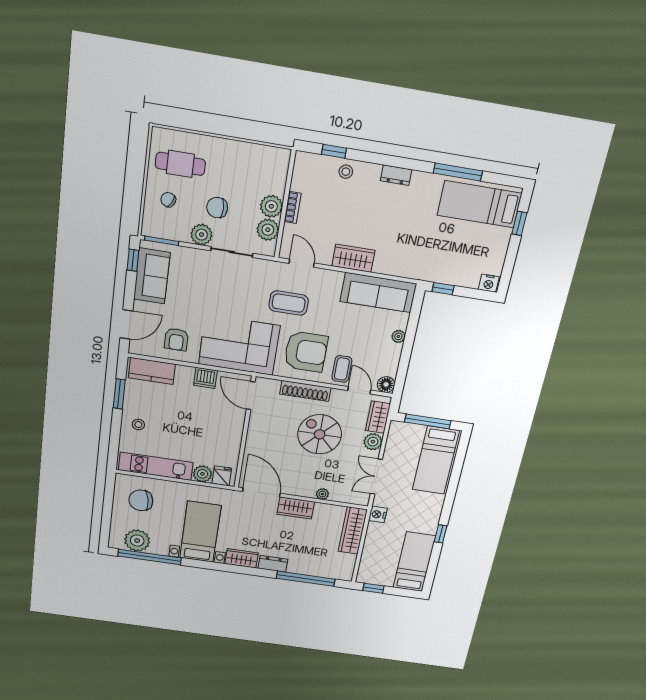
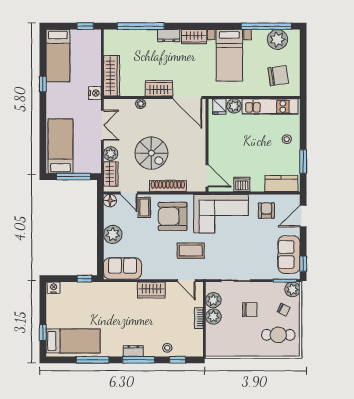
window: (391, 161) -> (139, 360), added
plant: (201, 235) -> (292, 289), moved
sofa: (378, 293) -> (122, 268), width x0.73
plant: (398, 336) -> (113, 234), width x1.88, depth x1.88

